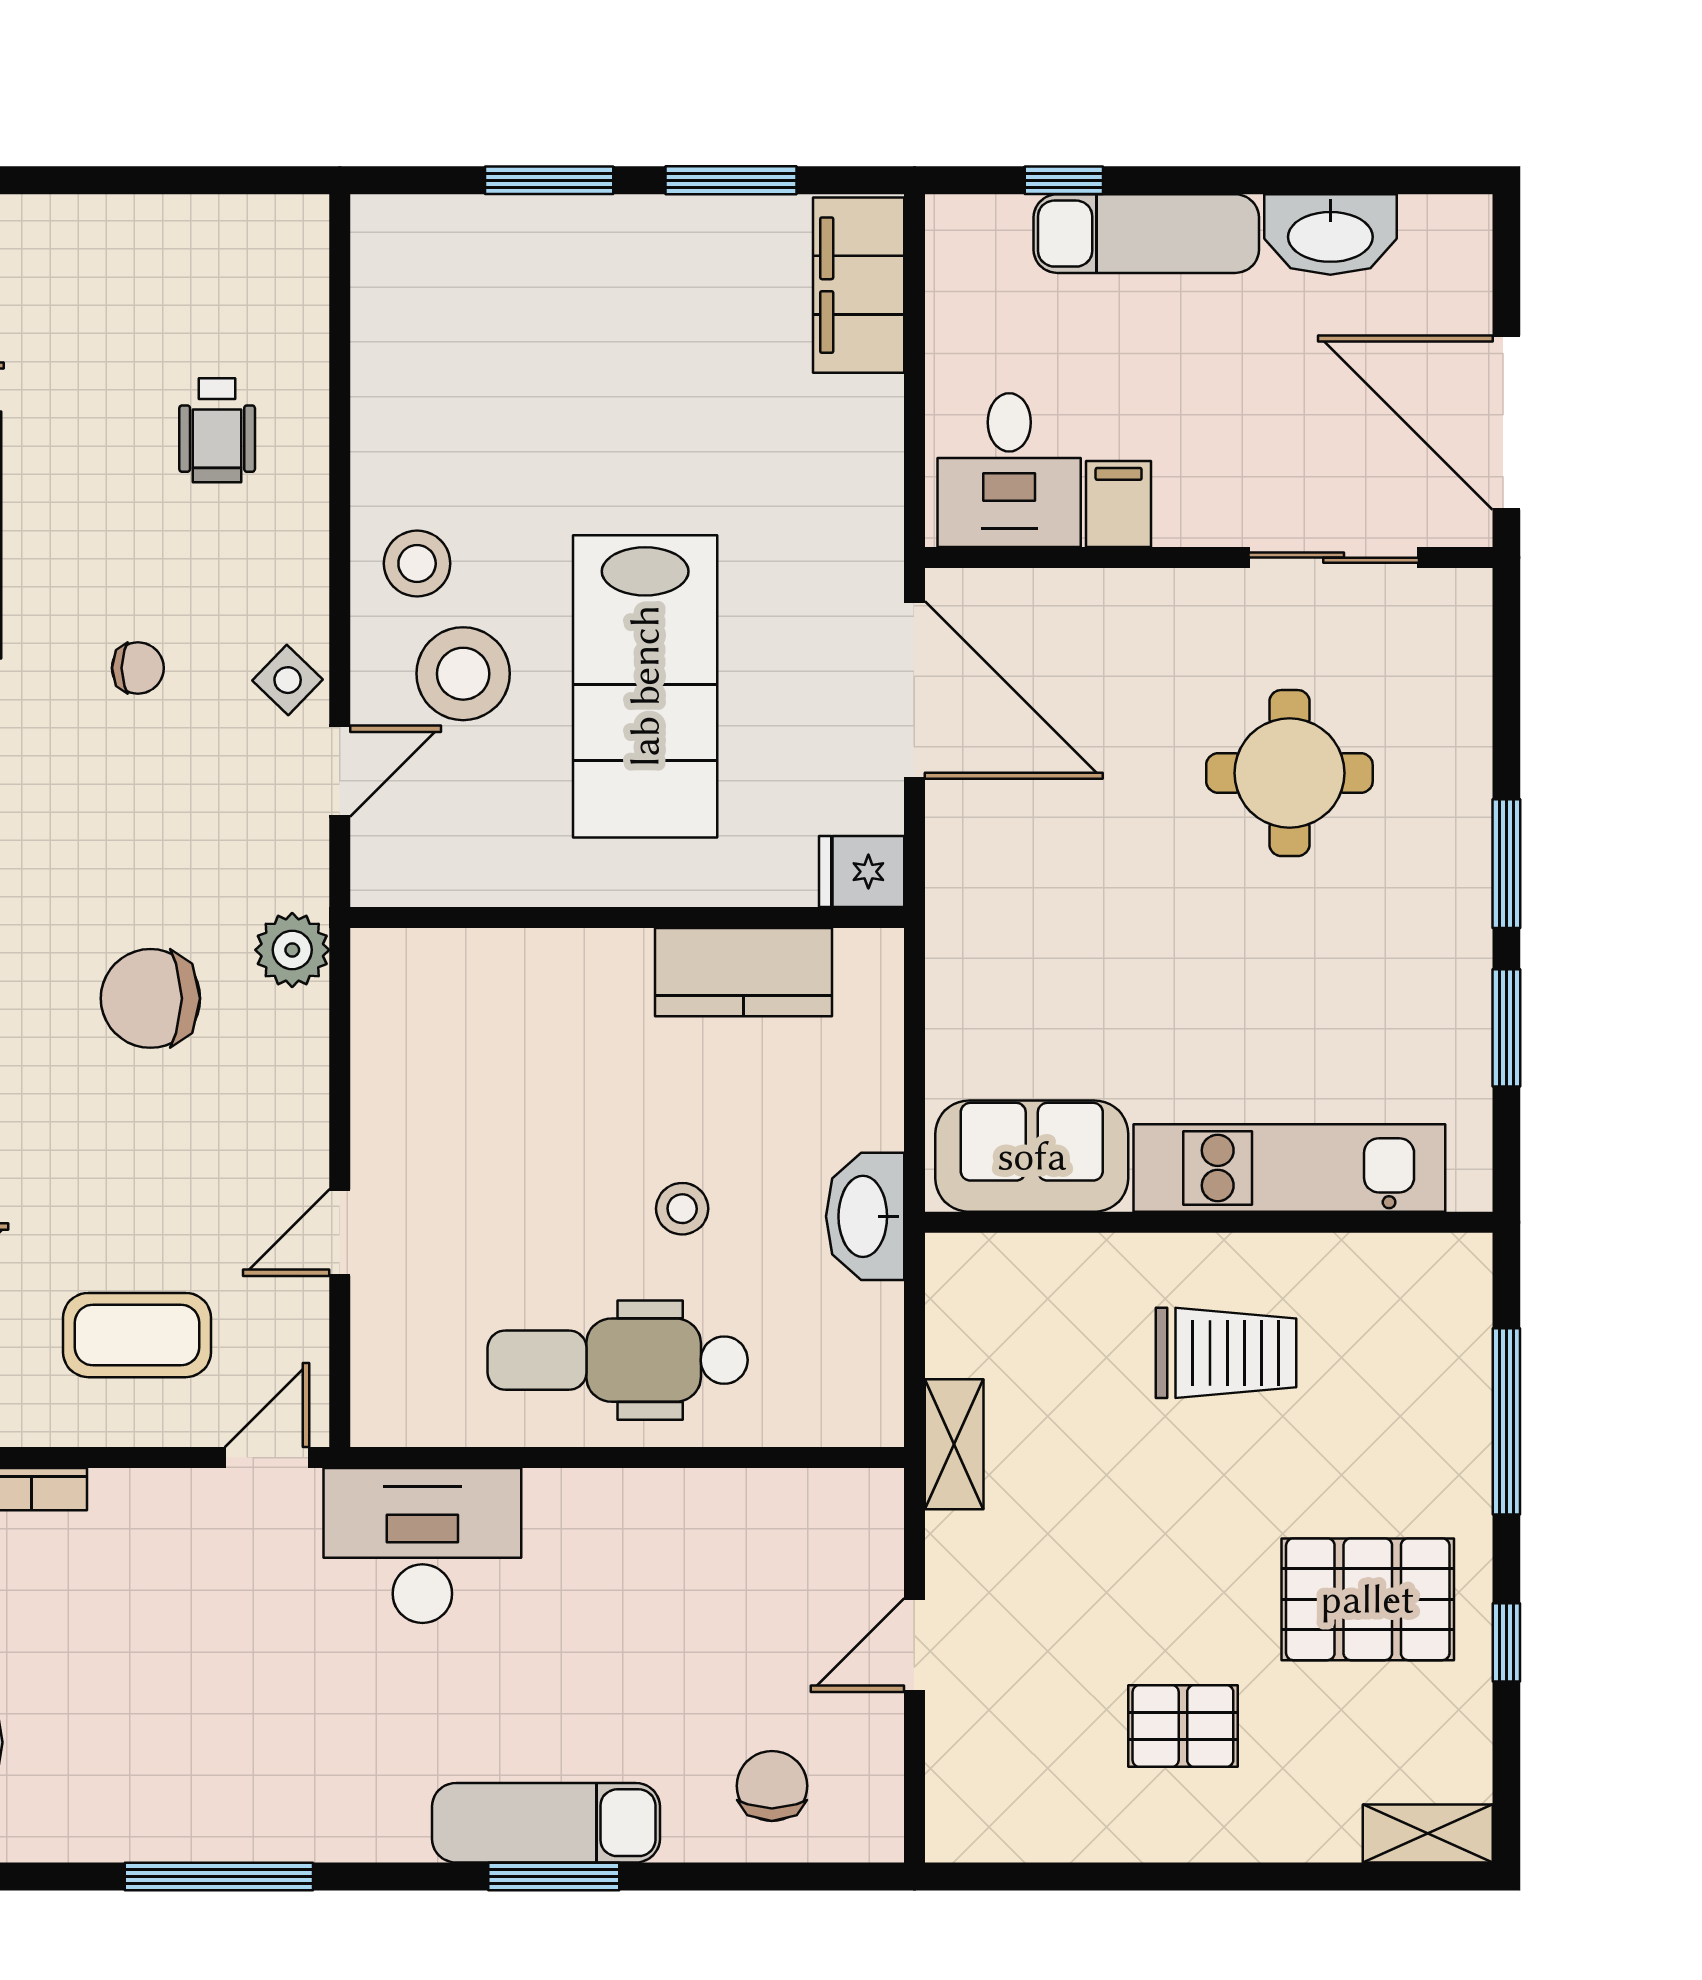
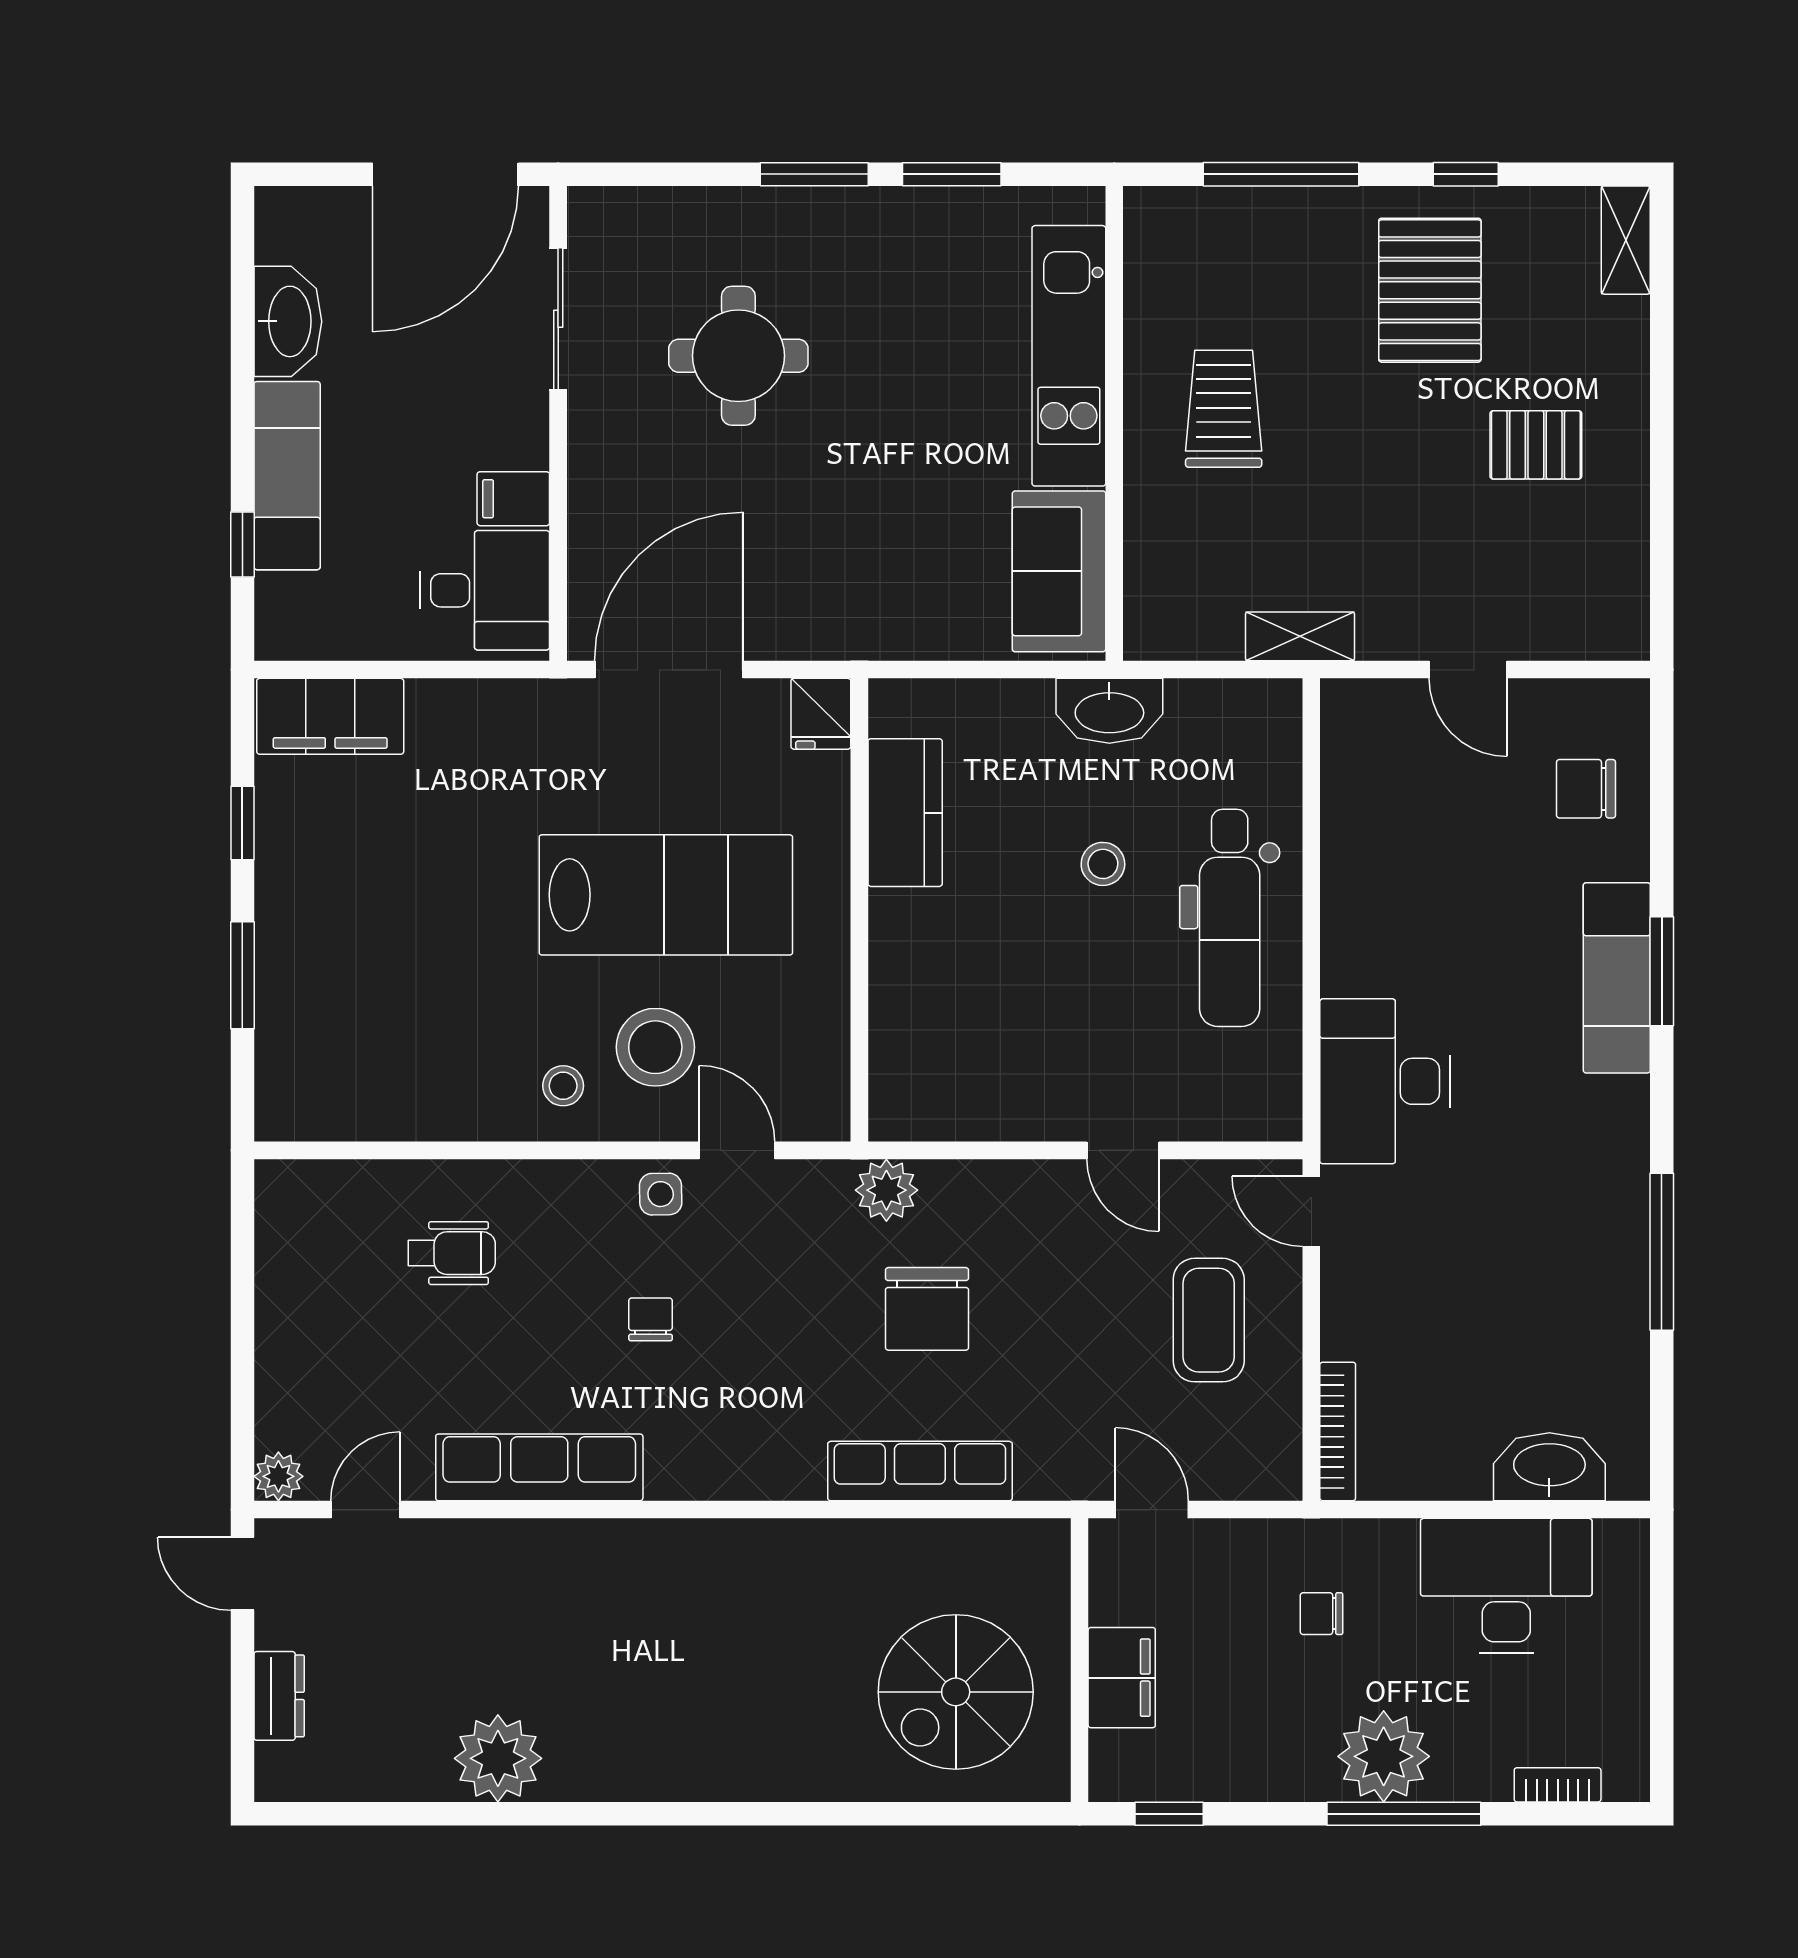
window: (731, 180) -> (242, 823), width x0.67
stool: (417, 564) -> (563, 1086), width x0.73, depth x0.73
side table: (288, 680) -> (661, 1194), turned 45
pallet: (1183, 1726) -> (1536, 445), turned 90

